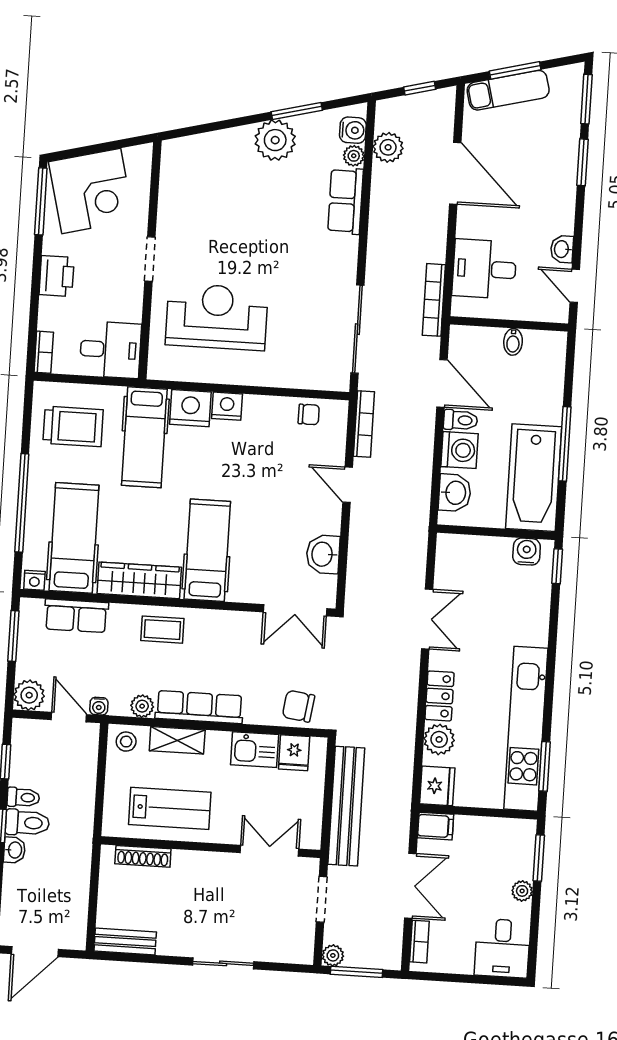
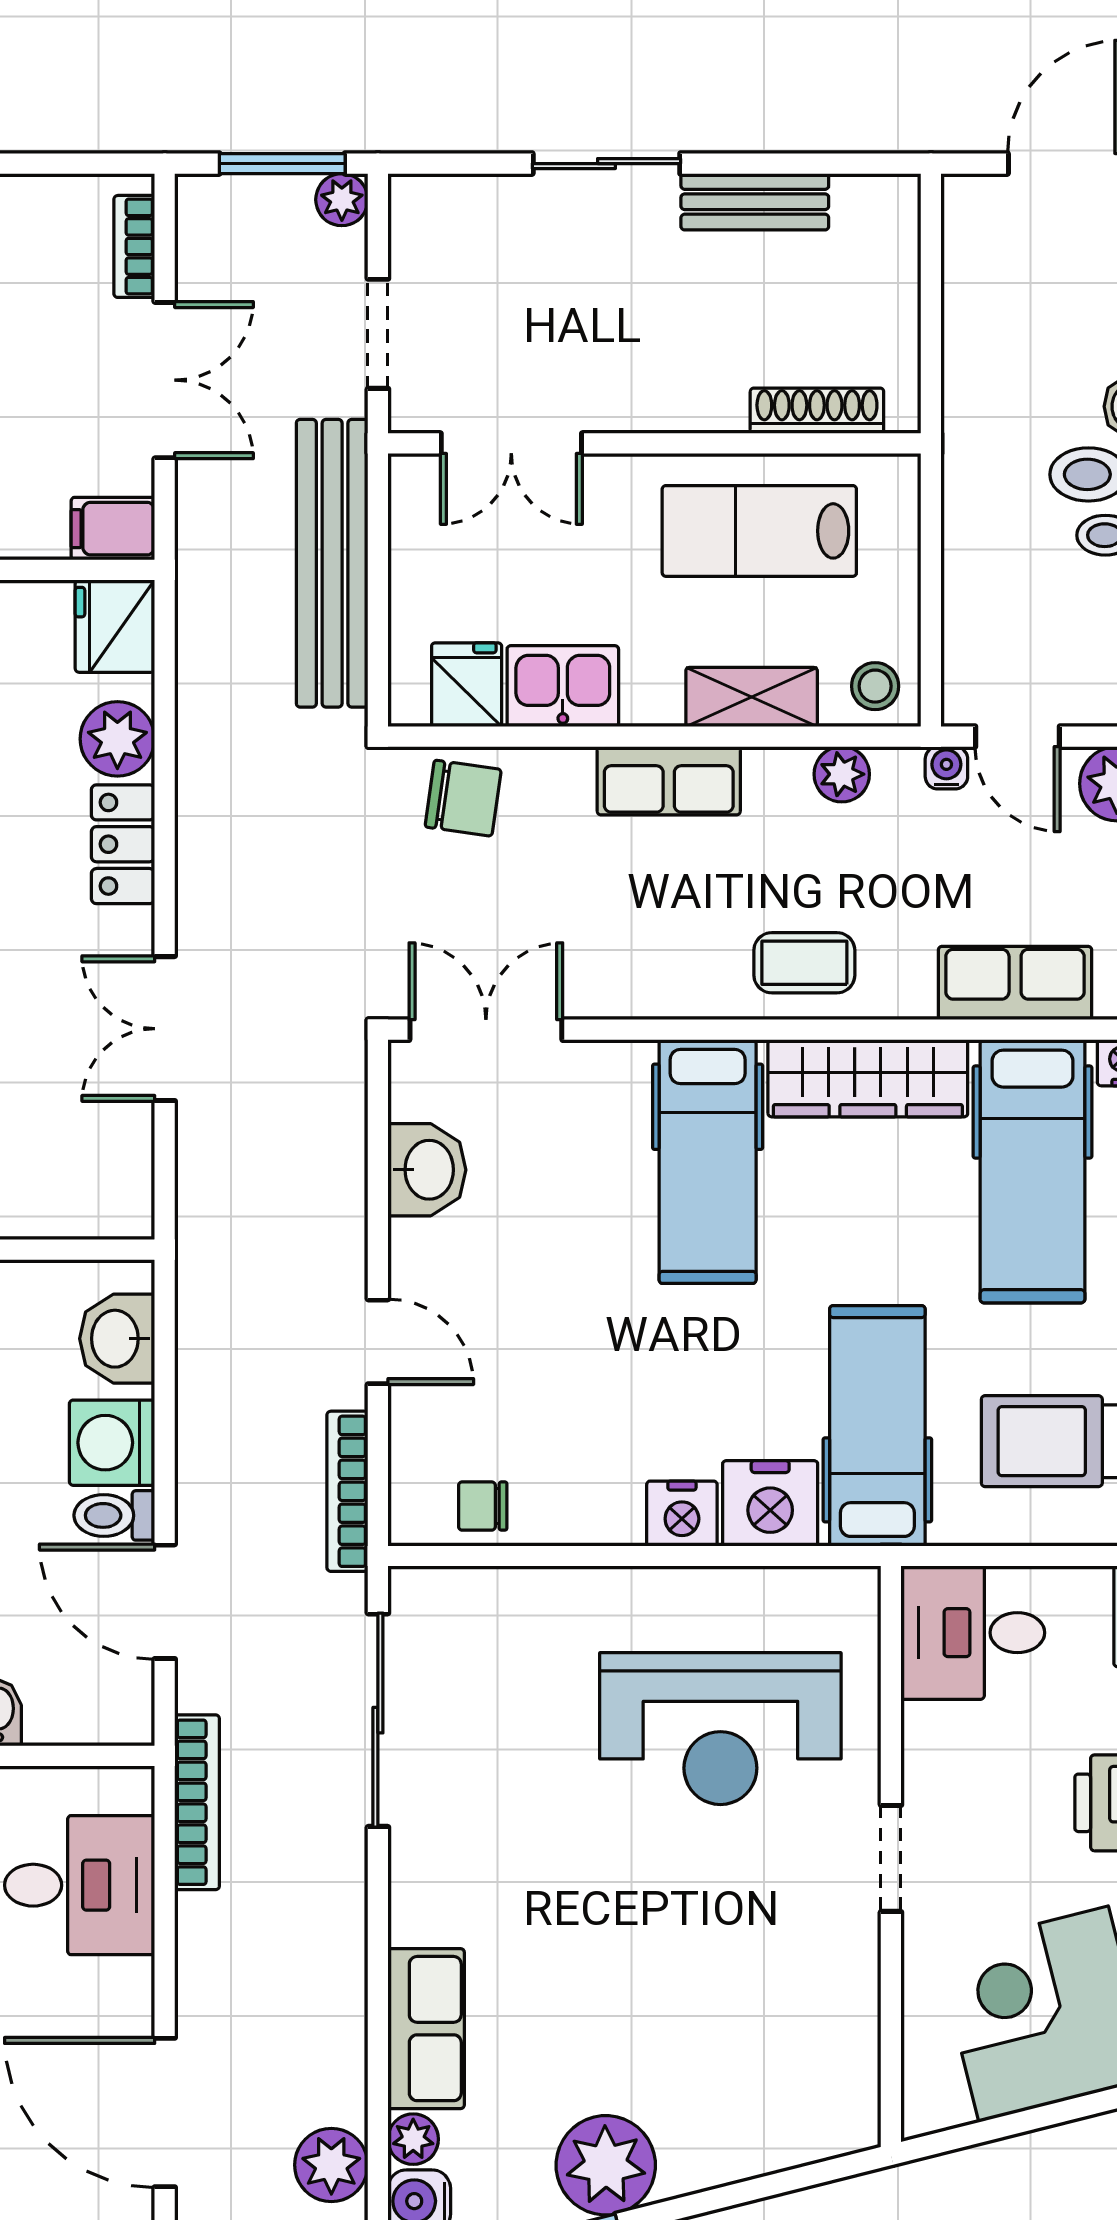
row of seats: (199, 707) -> (669, 781), width x0.68
double door: (410, 886) -> (165, 380), swing flipped
bench: (125, 941) -> (755, 202), moved

